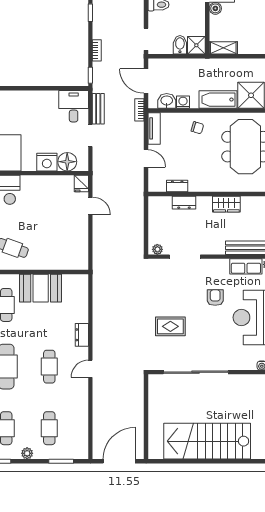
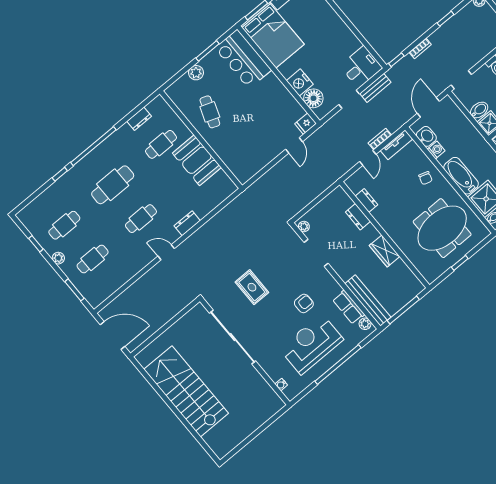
bookcase: (139, 110) -> (380, 139), moved

